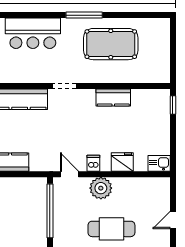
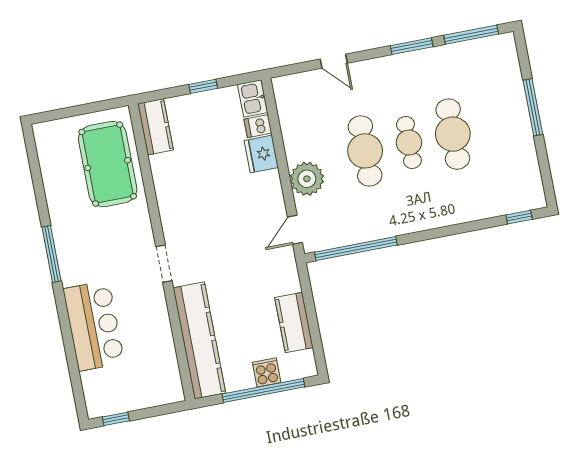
pool table: (111, 44) -> (108, 164), moved
kitchen counter: (113, 97) -> (155, 127), moved
window: (173, 105) -> (203, 86), moved
dishwasher: (93, 163) -> (258, 126), moved

